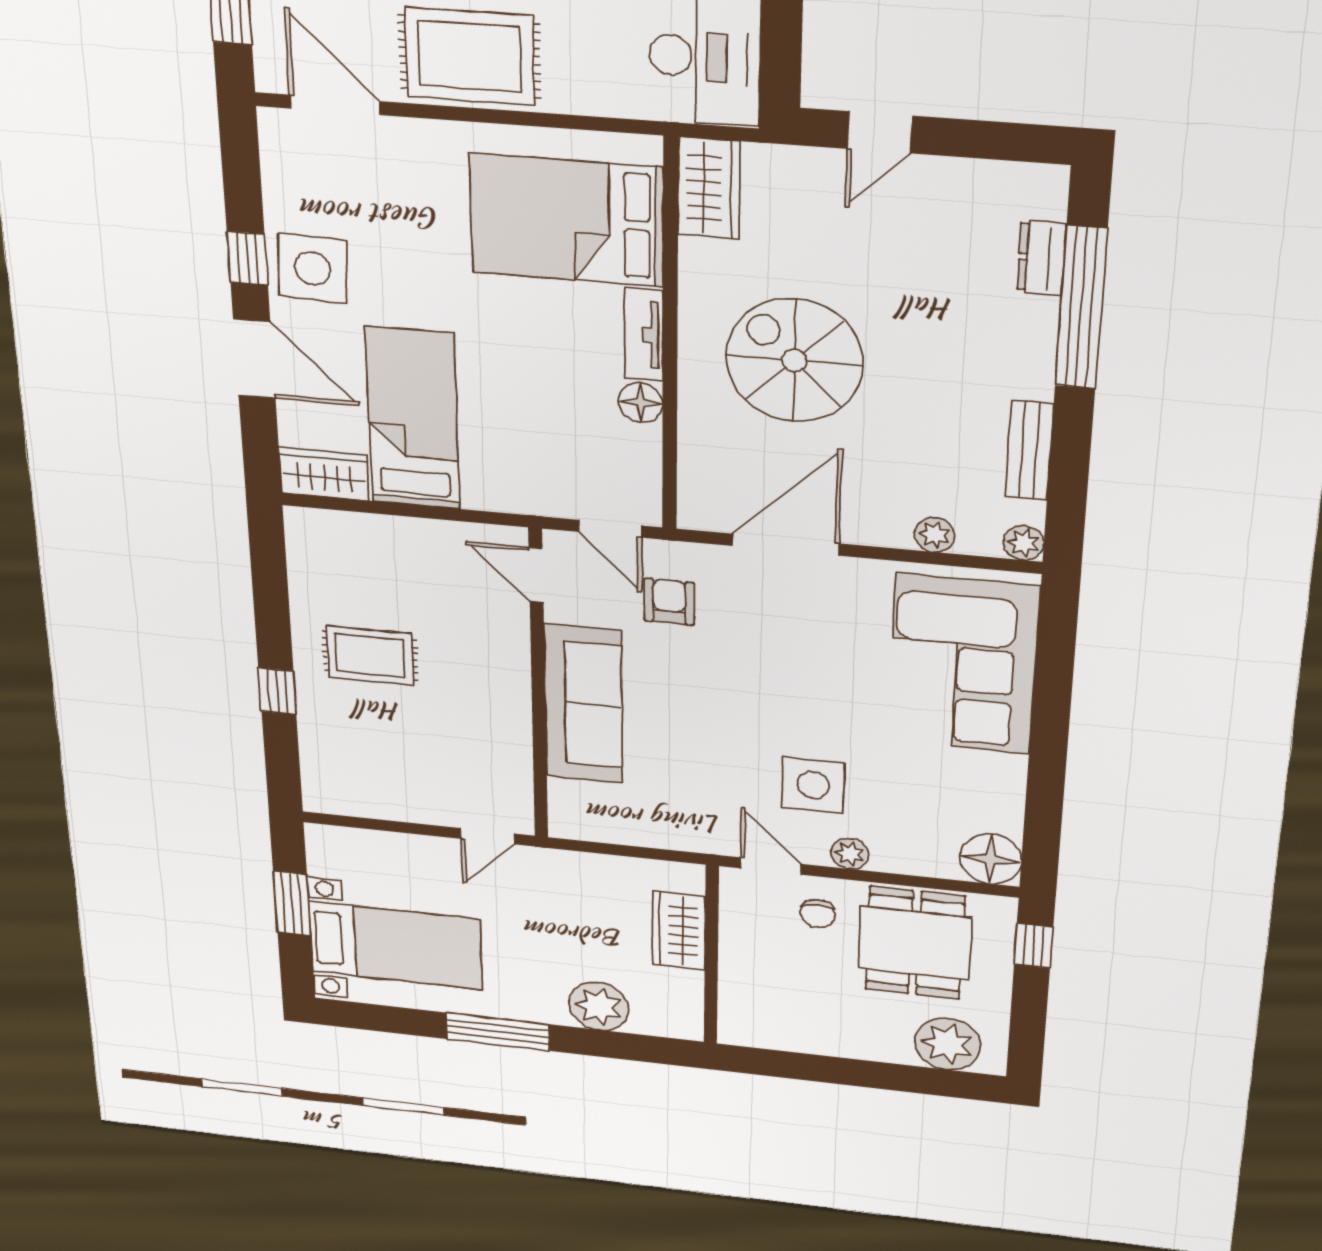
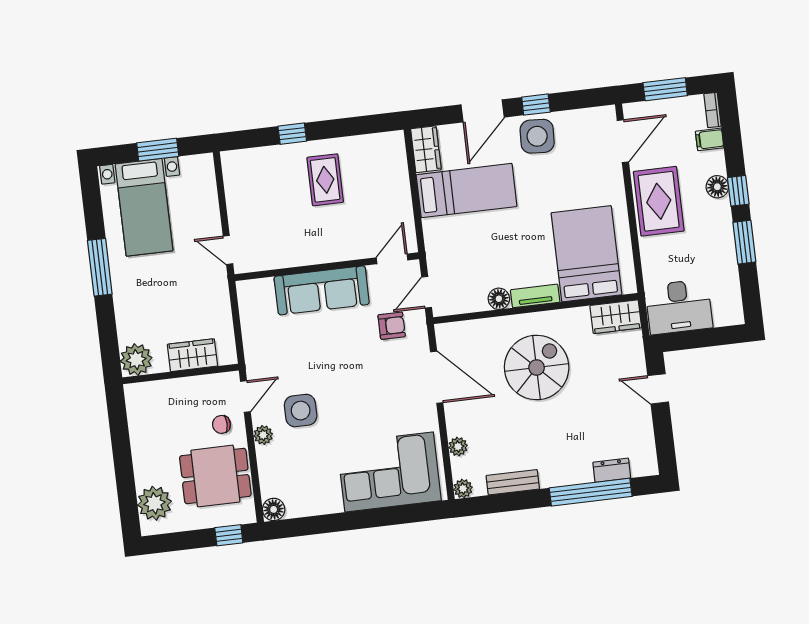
floor lamp: (991, 859) -> (274, 509), width x0.73, depth x0.73
plant: (599, 1006) -> (136, 360), moved

